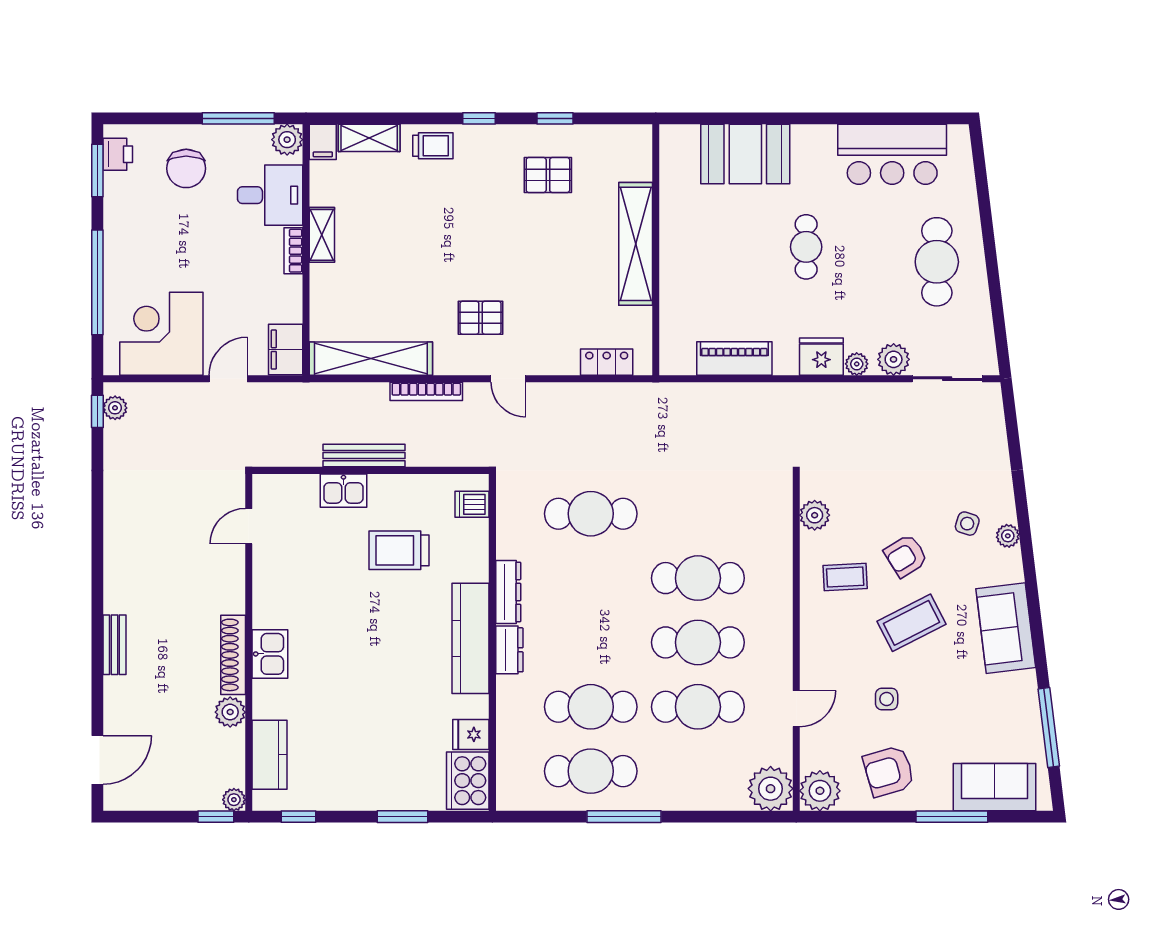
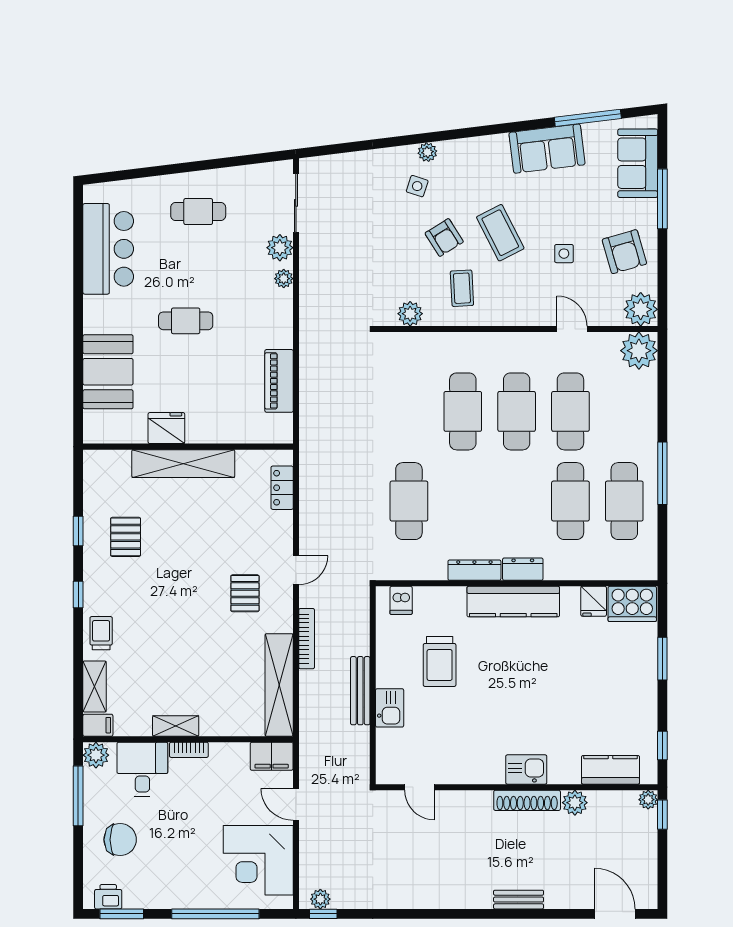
cafe table: (937, 262) -> (198, 212), width x0.73, depth x0.74
fridge: (821, 357) -> (166, 428), moved, turned 90
sofa: (1006, 628) -> (547, 149), moved

